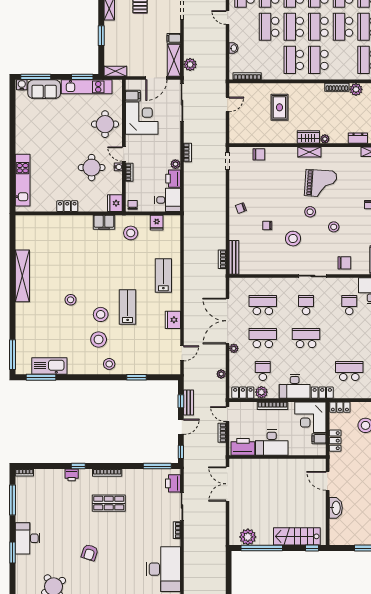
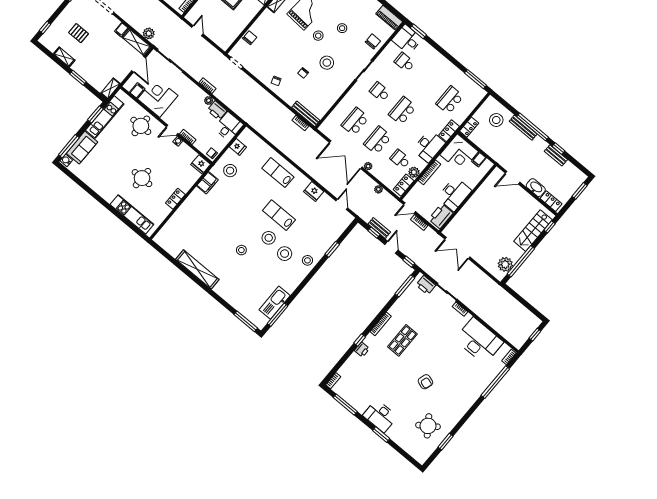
round table: (92, 168) -> (142, 178), moved
locker: (335, 441) -> (551, 201), moved

